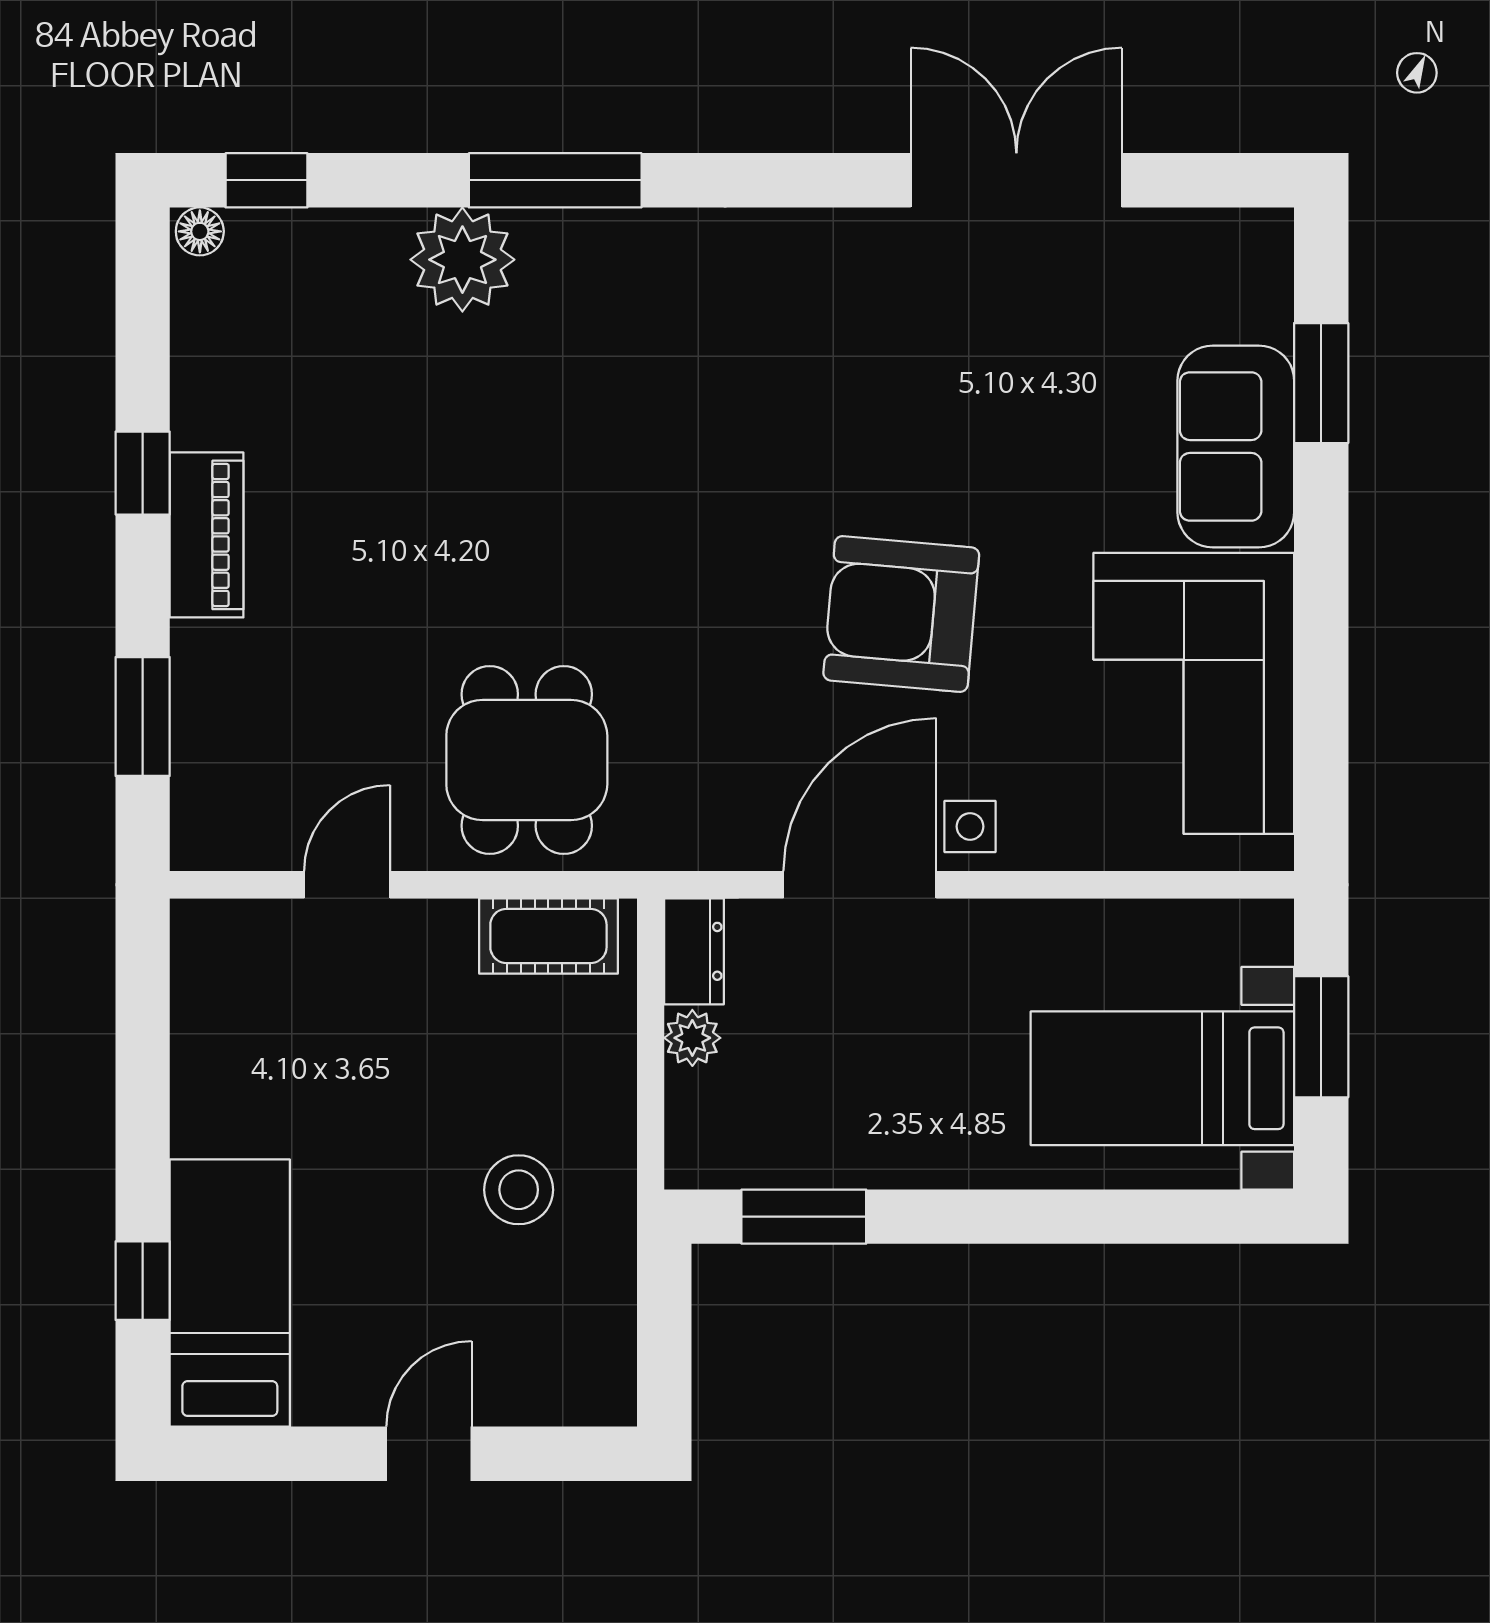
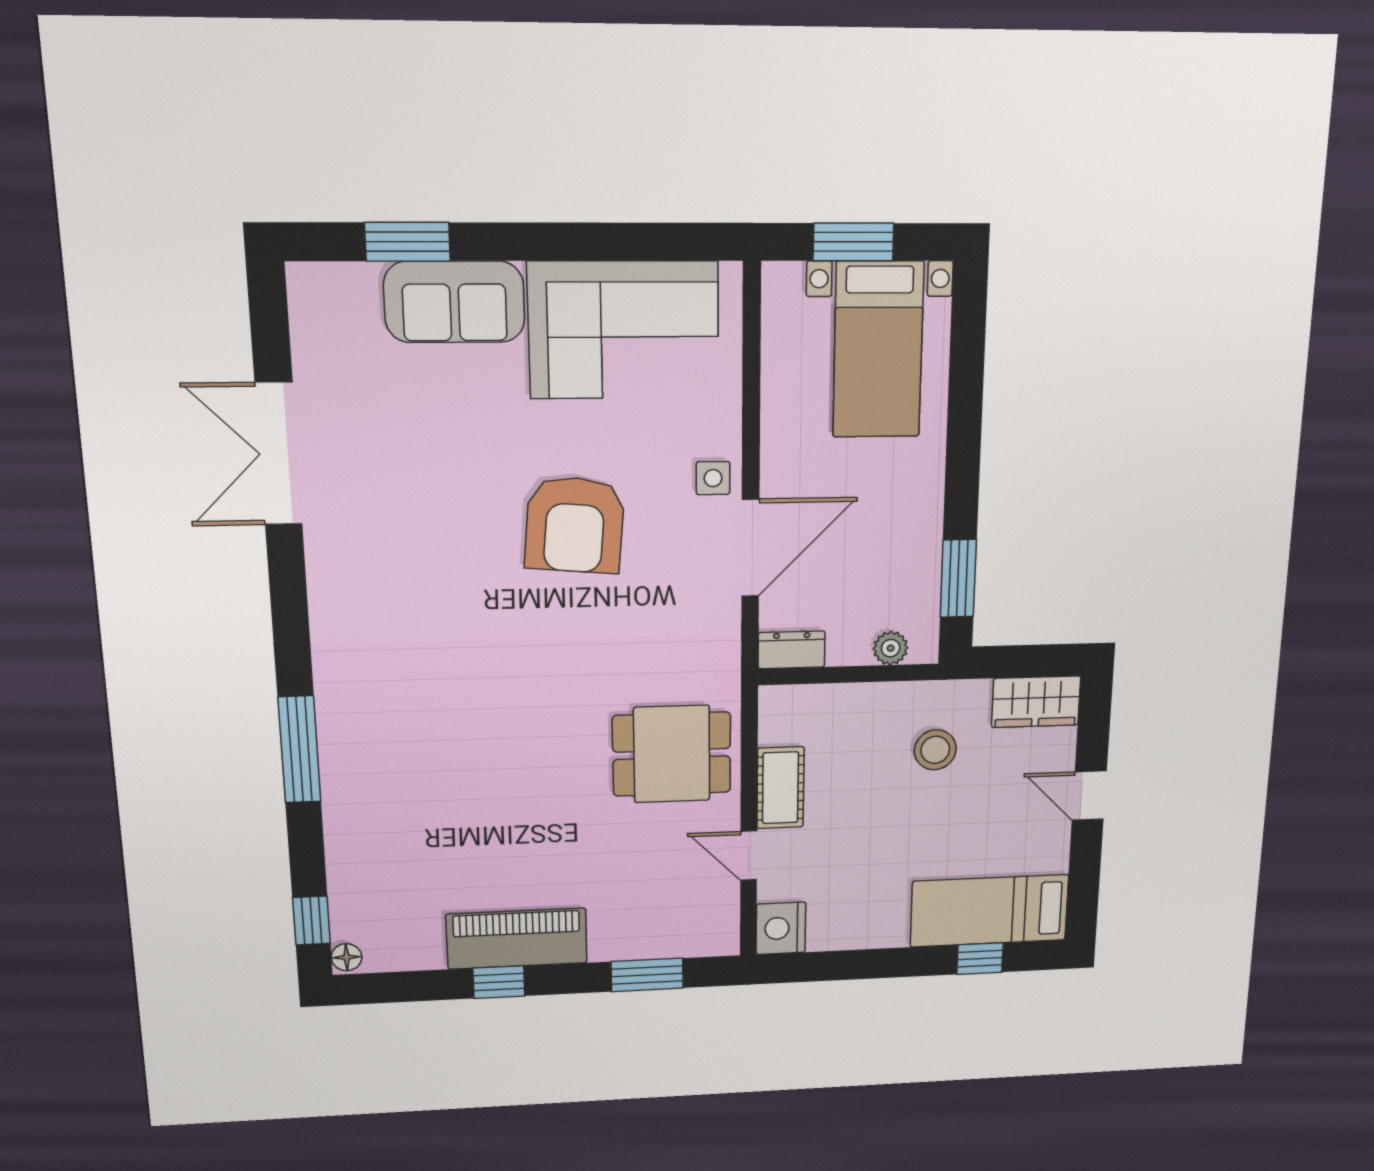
plant: (462, 260) -> (355, 804), removed
piano: (207, 535) -> (517, 939), width x1.37, depth x1.33
door: (860, 885) -> (750, 548), swing flipped
cot: (548, 936) -> (780, 788), moved
nightstand: (215, 939) -> (781, 928), added
plant: (692, 1038) -> (891, 648), moved
wardrobe: (595, 1354) -> (1036, 702), added

